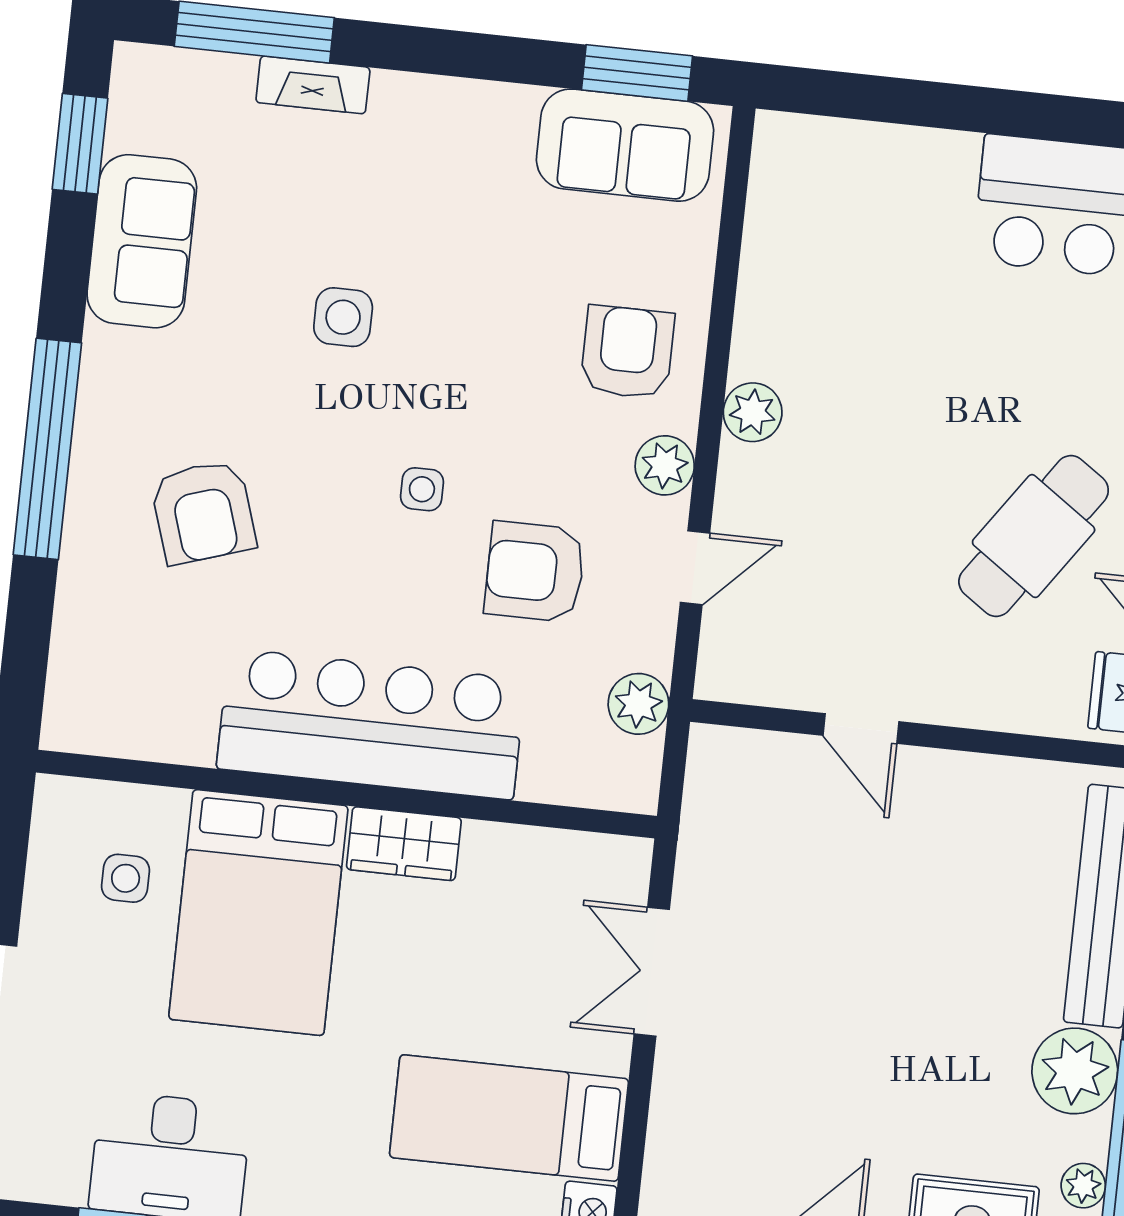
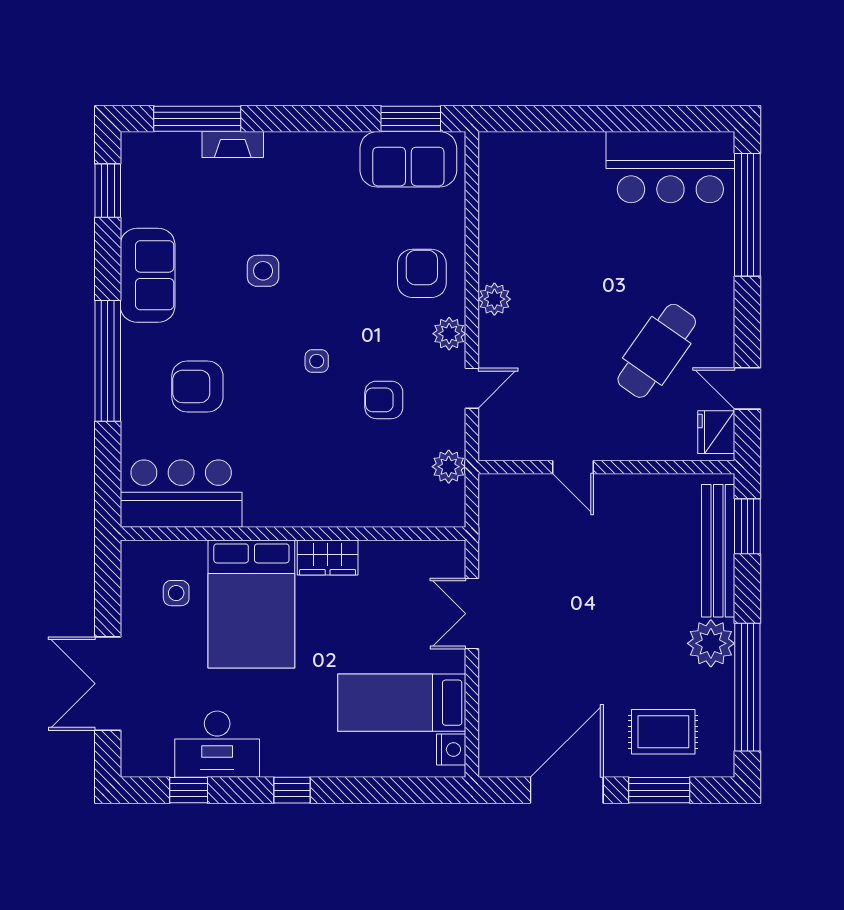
sofa: (142, 241) -> (148, 275), moved
armchair: (203, 512) -> (197, 386), turned 108
armchair: (535, 572) -> (384, 400), width x0.72, depth x0.72
bar counter: (371, 724) -> (181, 494), moved, width x0.73
plant: (1083, 1186) -> (722, 706), removed

